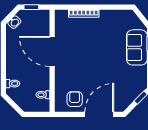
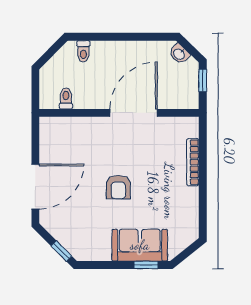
armchair: (75, 99) -> (118, 187), moved, turned 90
door: (99, 114) -> (35, 187), hinge flipped

